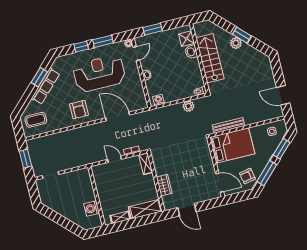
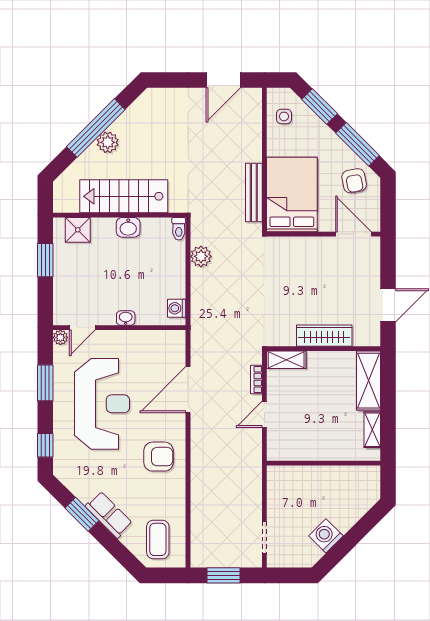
window: (153, 29) -> (45, 260), moved
window: (242, 35) -> (96, 128), width x2.11
window: (81, 47) -> (45, 445), moved
washbasin: (191, 52) -> (128, 227), moved
door: (136, 54) -> (82, 328), swing flipped
reception desk: (99, 73) -> (102, 404), turned 180
row of seats: (46, 86) -> (109, 515), width x0.68
door: (220, 183) -> (354, 234), hinge flipped
wardrobe: (164, 185) -> (324, 336), width x1.50
washing machine: (92, 208) -> (326, 536), moved, turned 135

